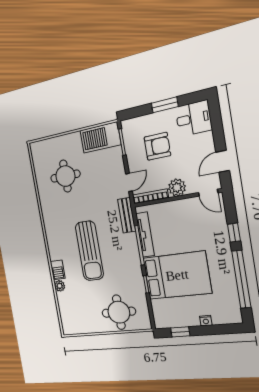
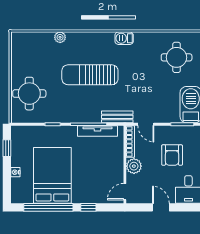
door: (223, 161) -> (161, 207), moved
round table: (65, 176) -> (177, 57), moved
barbecue: (58, 270) -> (124, 38), moved
bed: (177, 275) -> (52, 175), moved, turned 180

